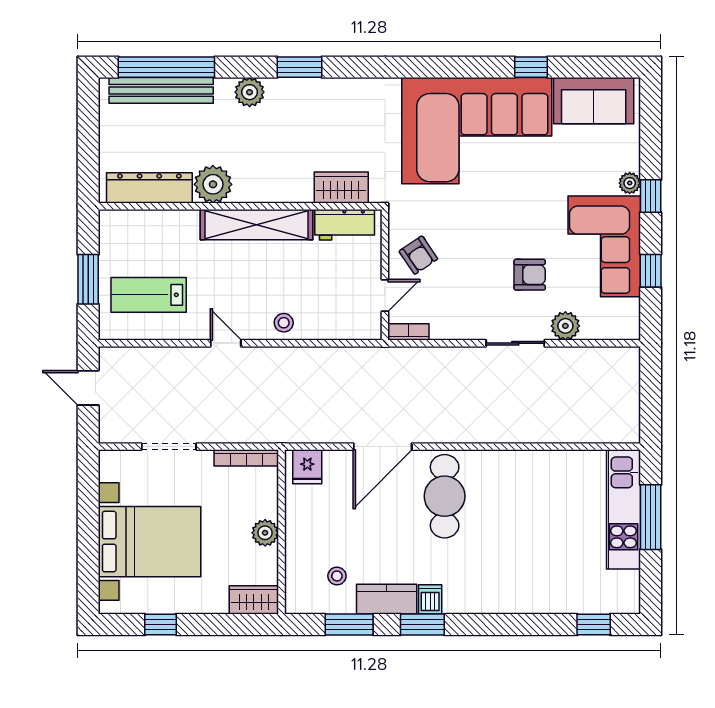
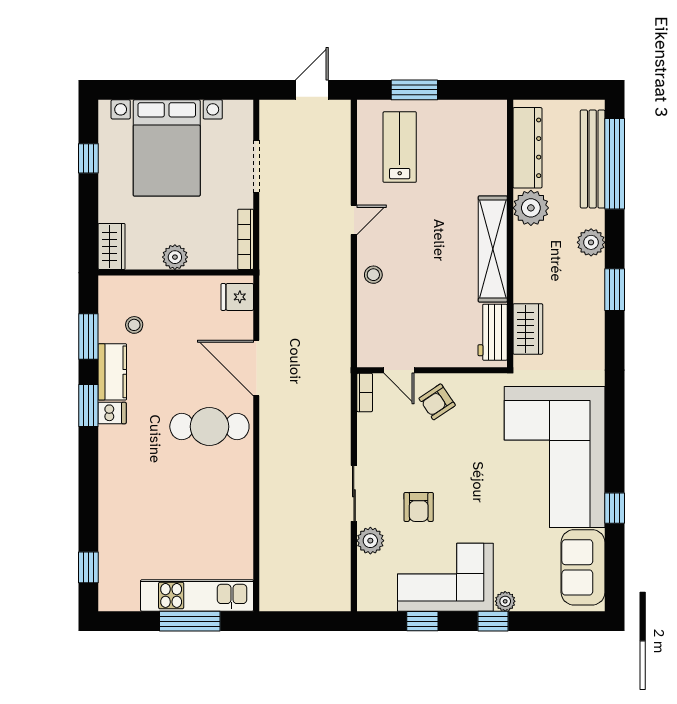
plant: (213, 184) -> (531, 208), moved
dresser: (149, 188) -> (527, 148), moved
wardrobe: (341, 188) -> (528, 329), moved
wall: (240, 206) -> (510, 233), moved
shelving: (256, 225) -> (493, 249), moved
workbench: (345, 225) -> (493, 332), moved

